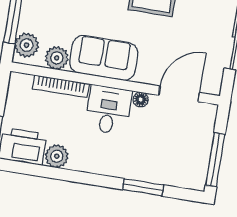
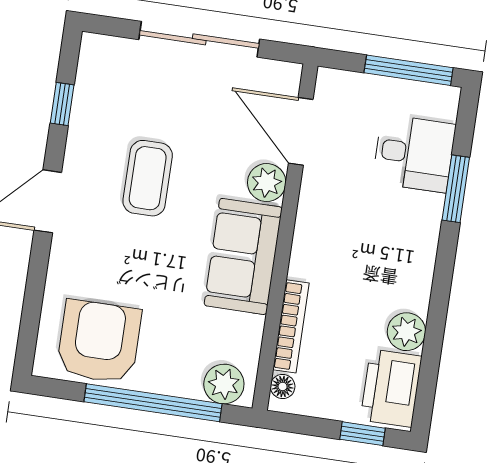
plant: (57, 58) -> (267, 183), moved
floor lamp: (141, 99) -> (283, 386), moved
desk: (108, 110) -> (414, 153), moved, turned 180

